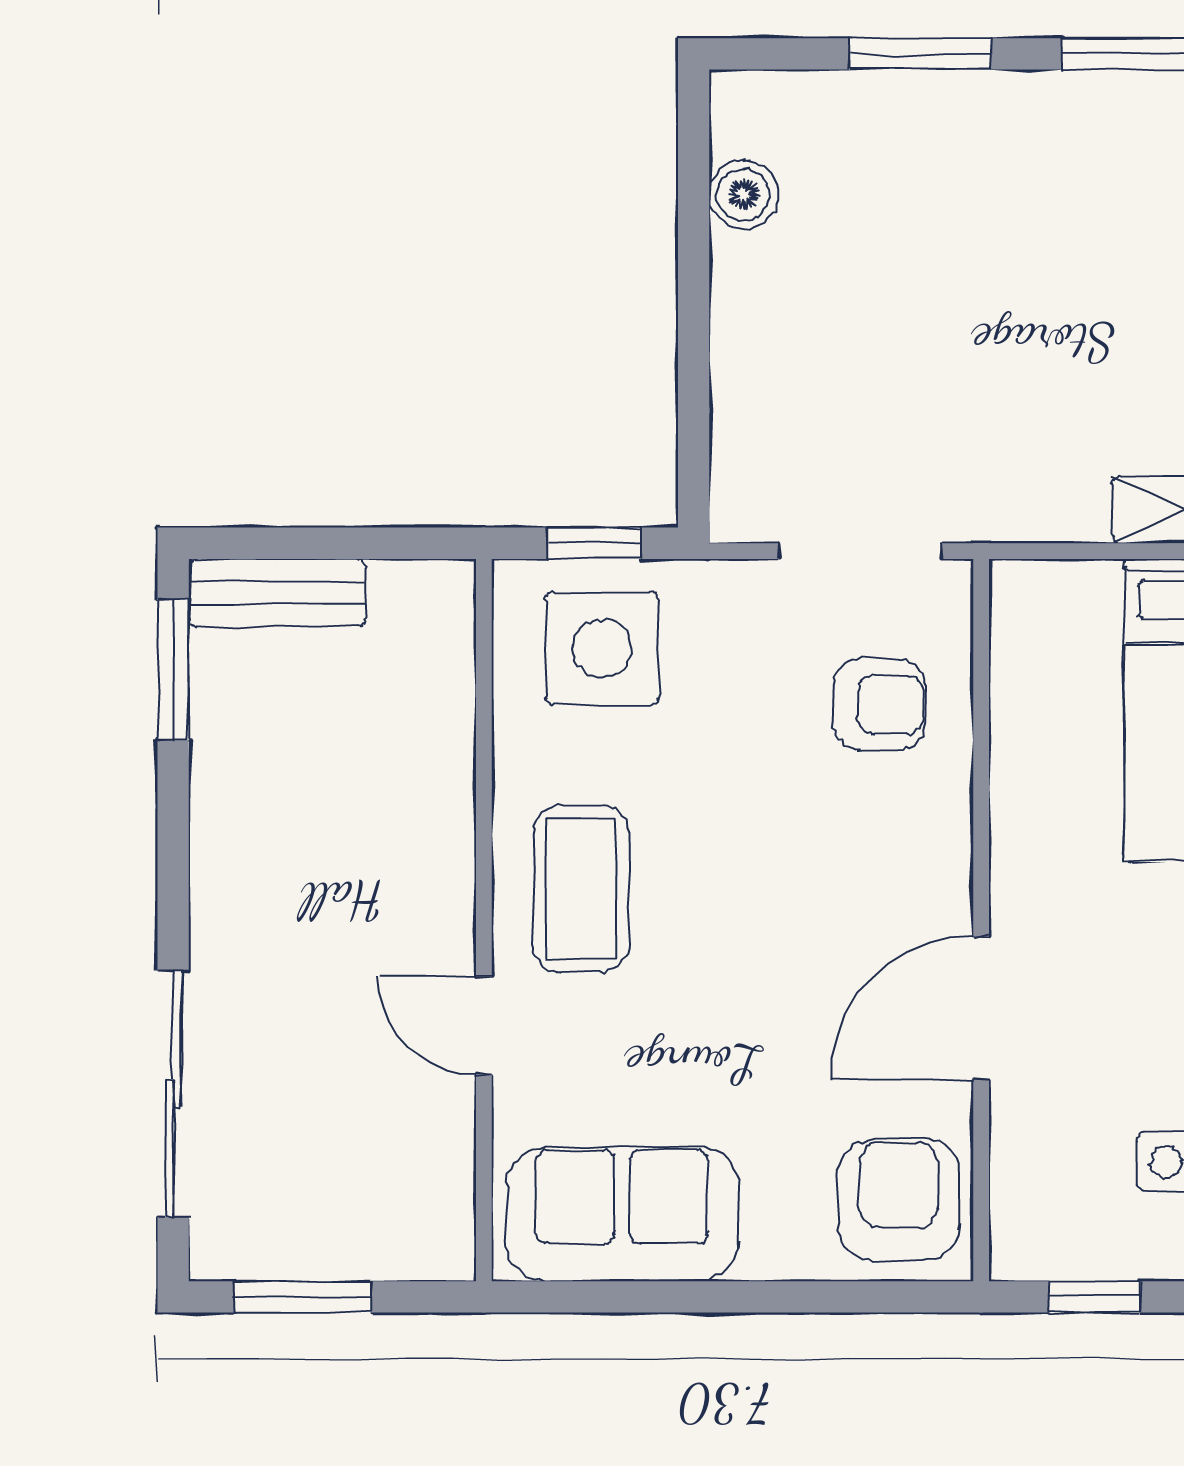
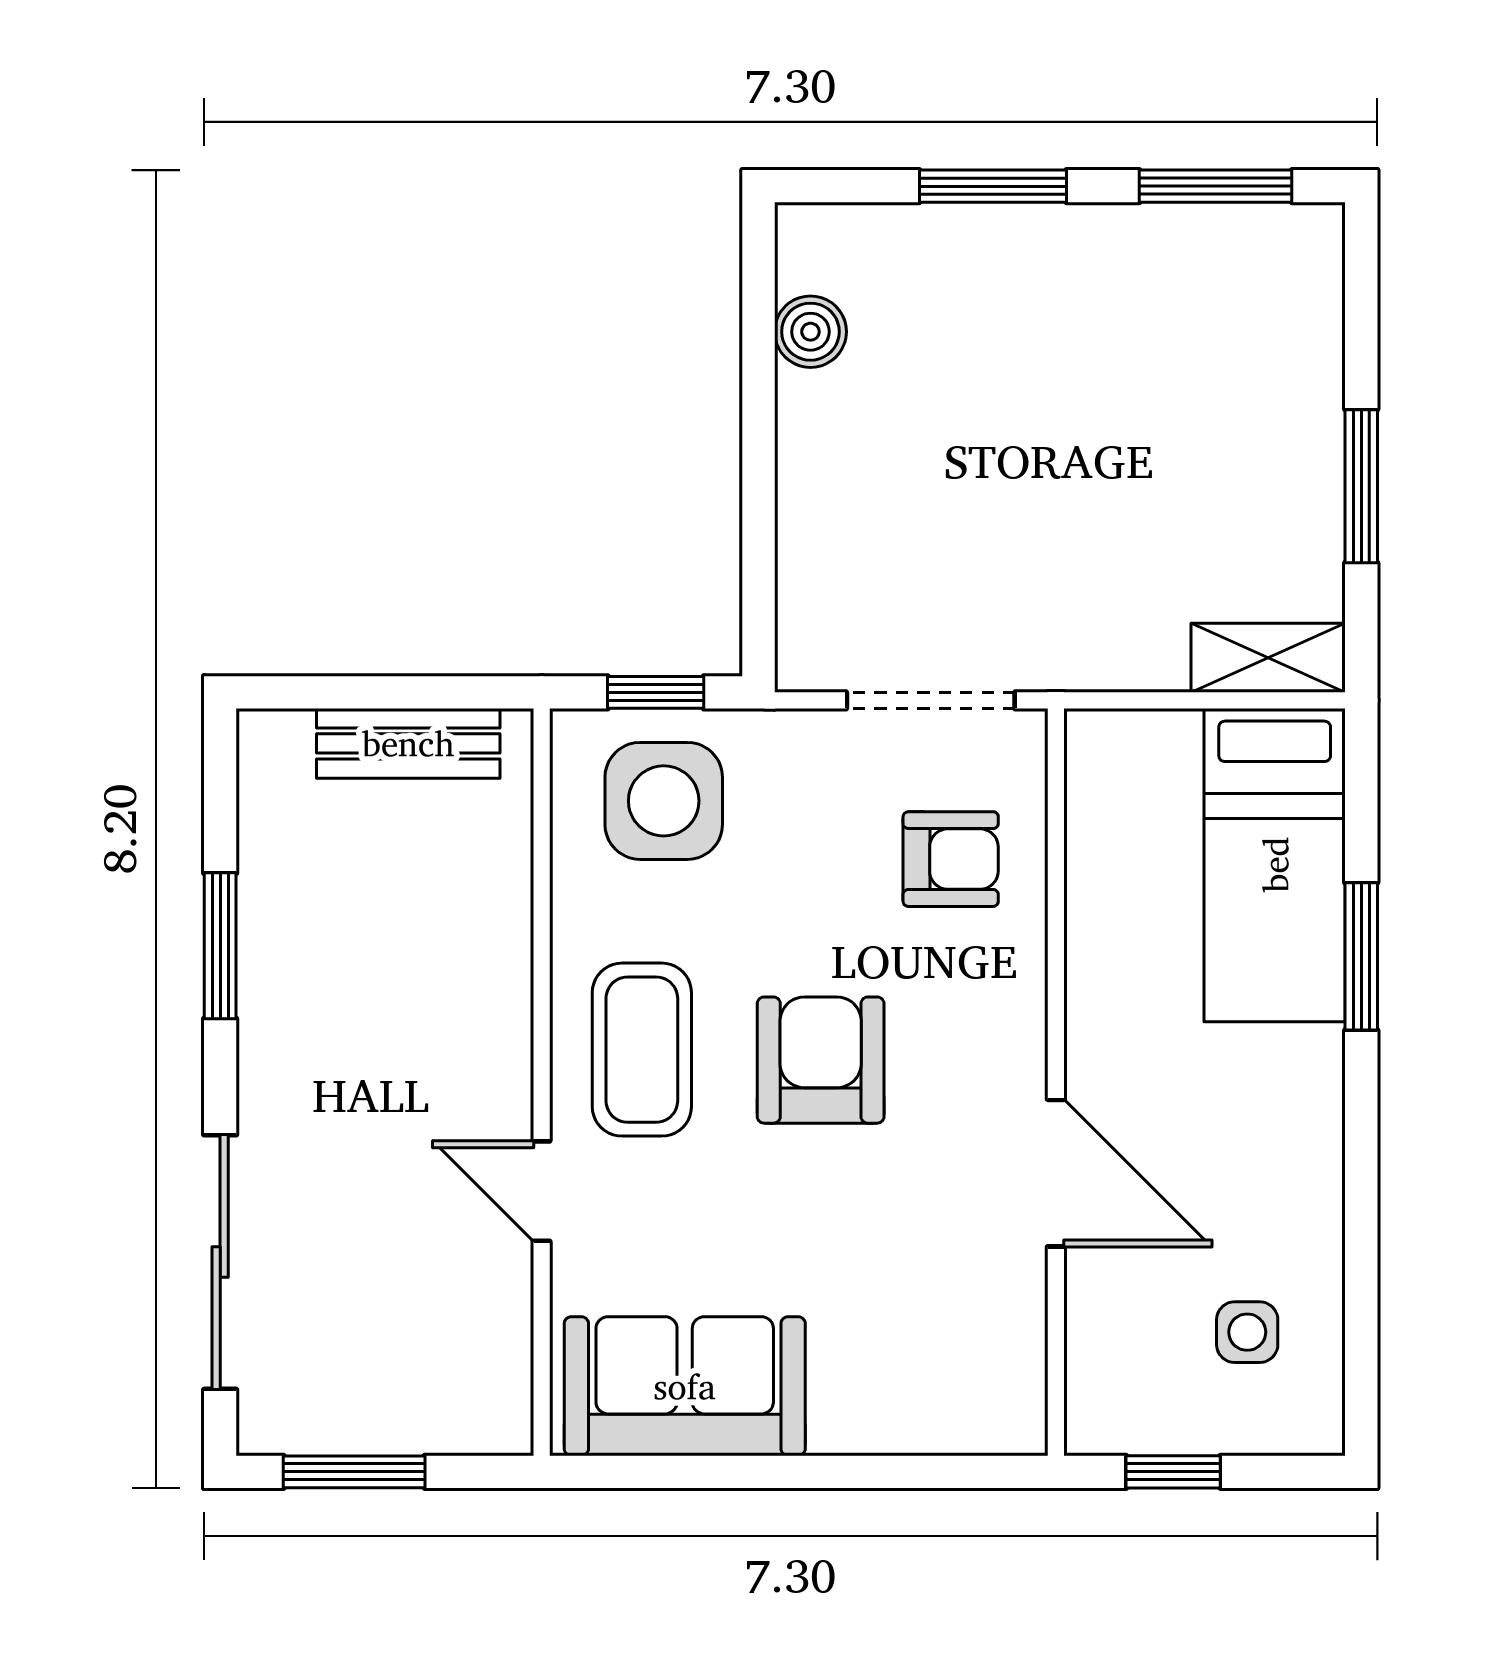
bench: (277, 593) -> (408, 743), moved
window: (173, 669) -> (220, 946), moved
door: (981, 1008) -> (1056, 1173), swing flipped
armchair: (898, 1200) -> (821, 1060), moved

